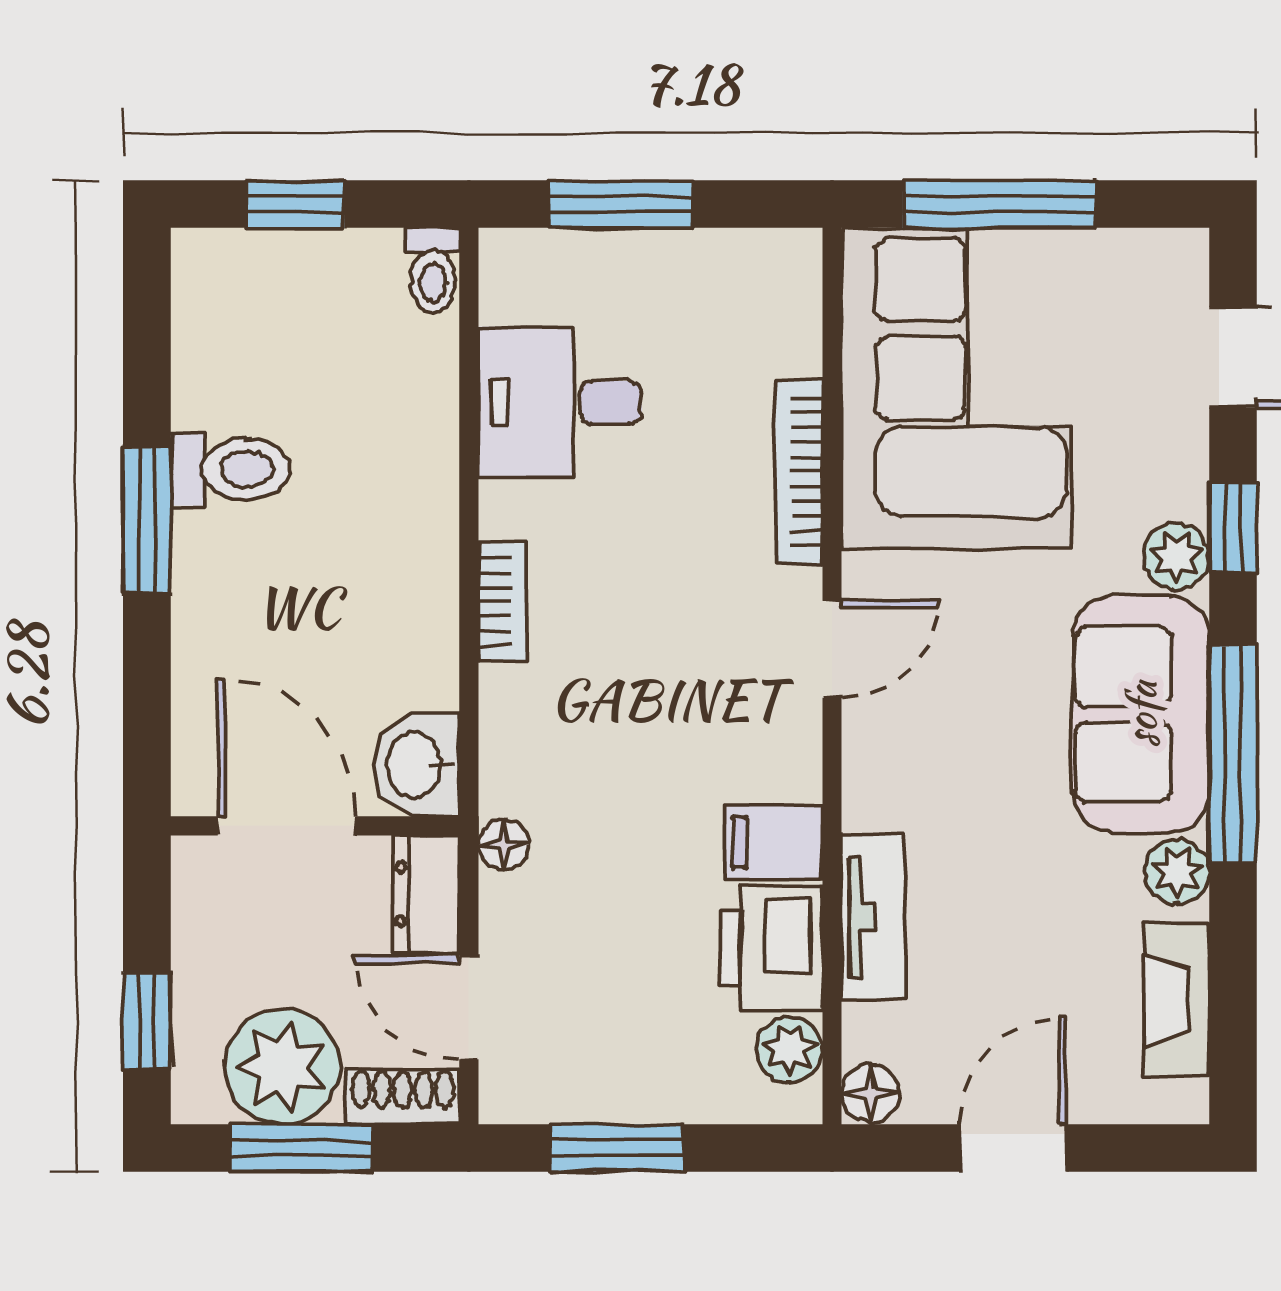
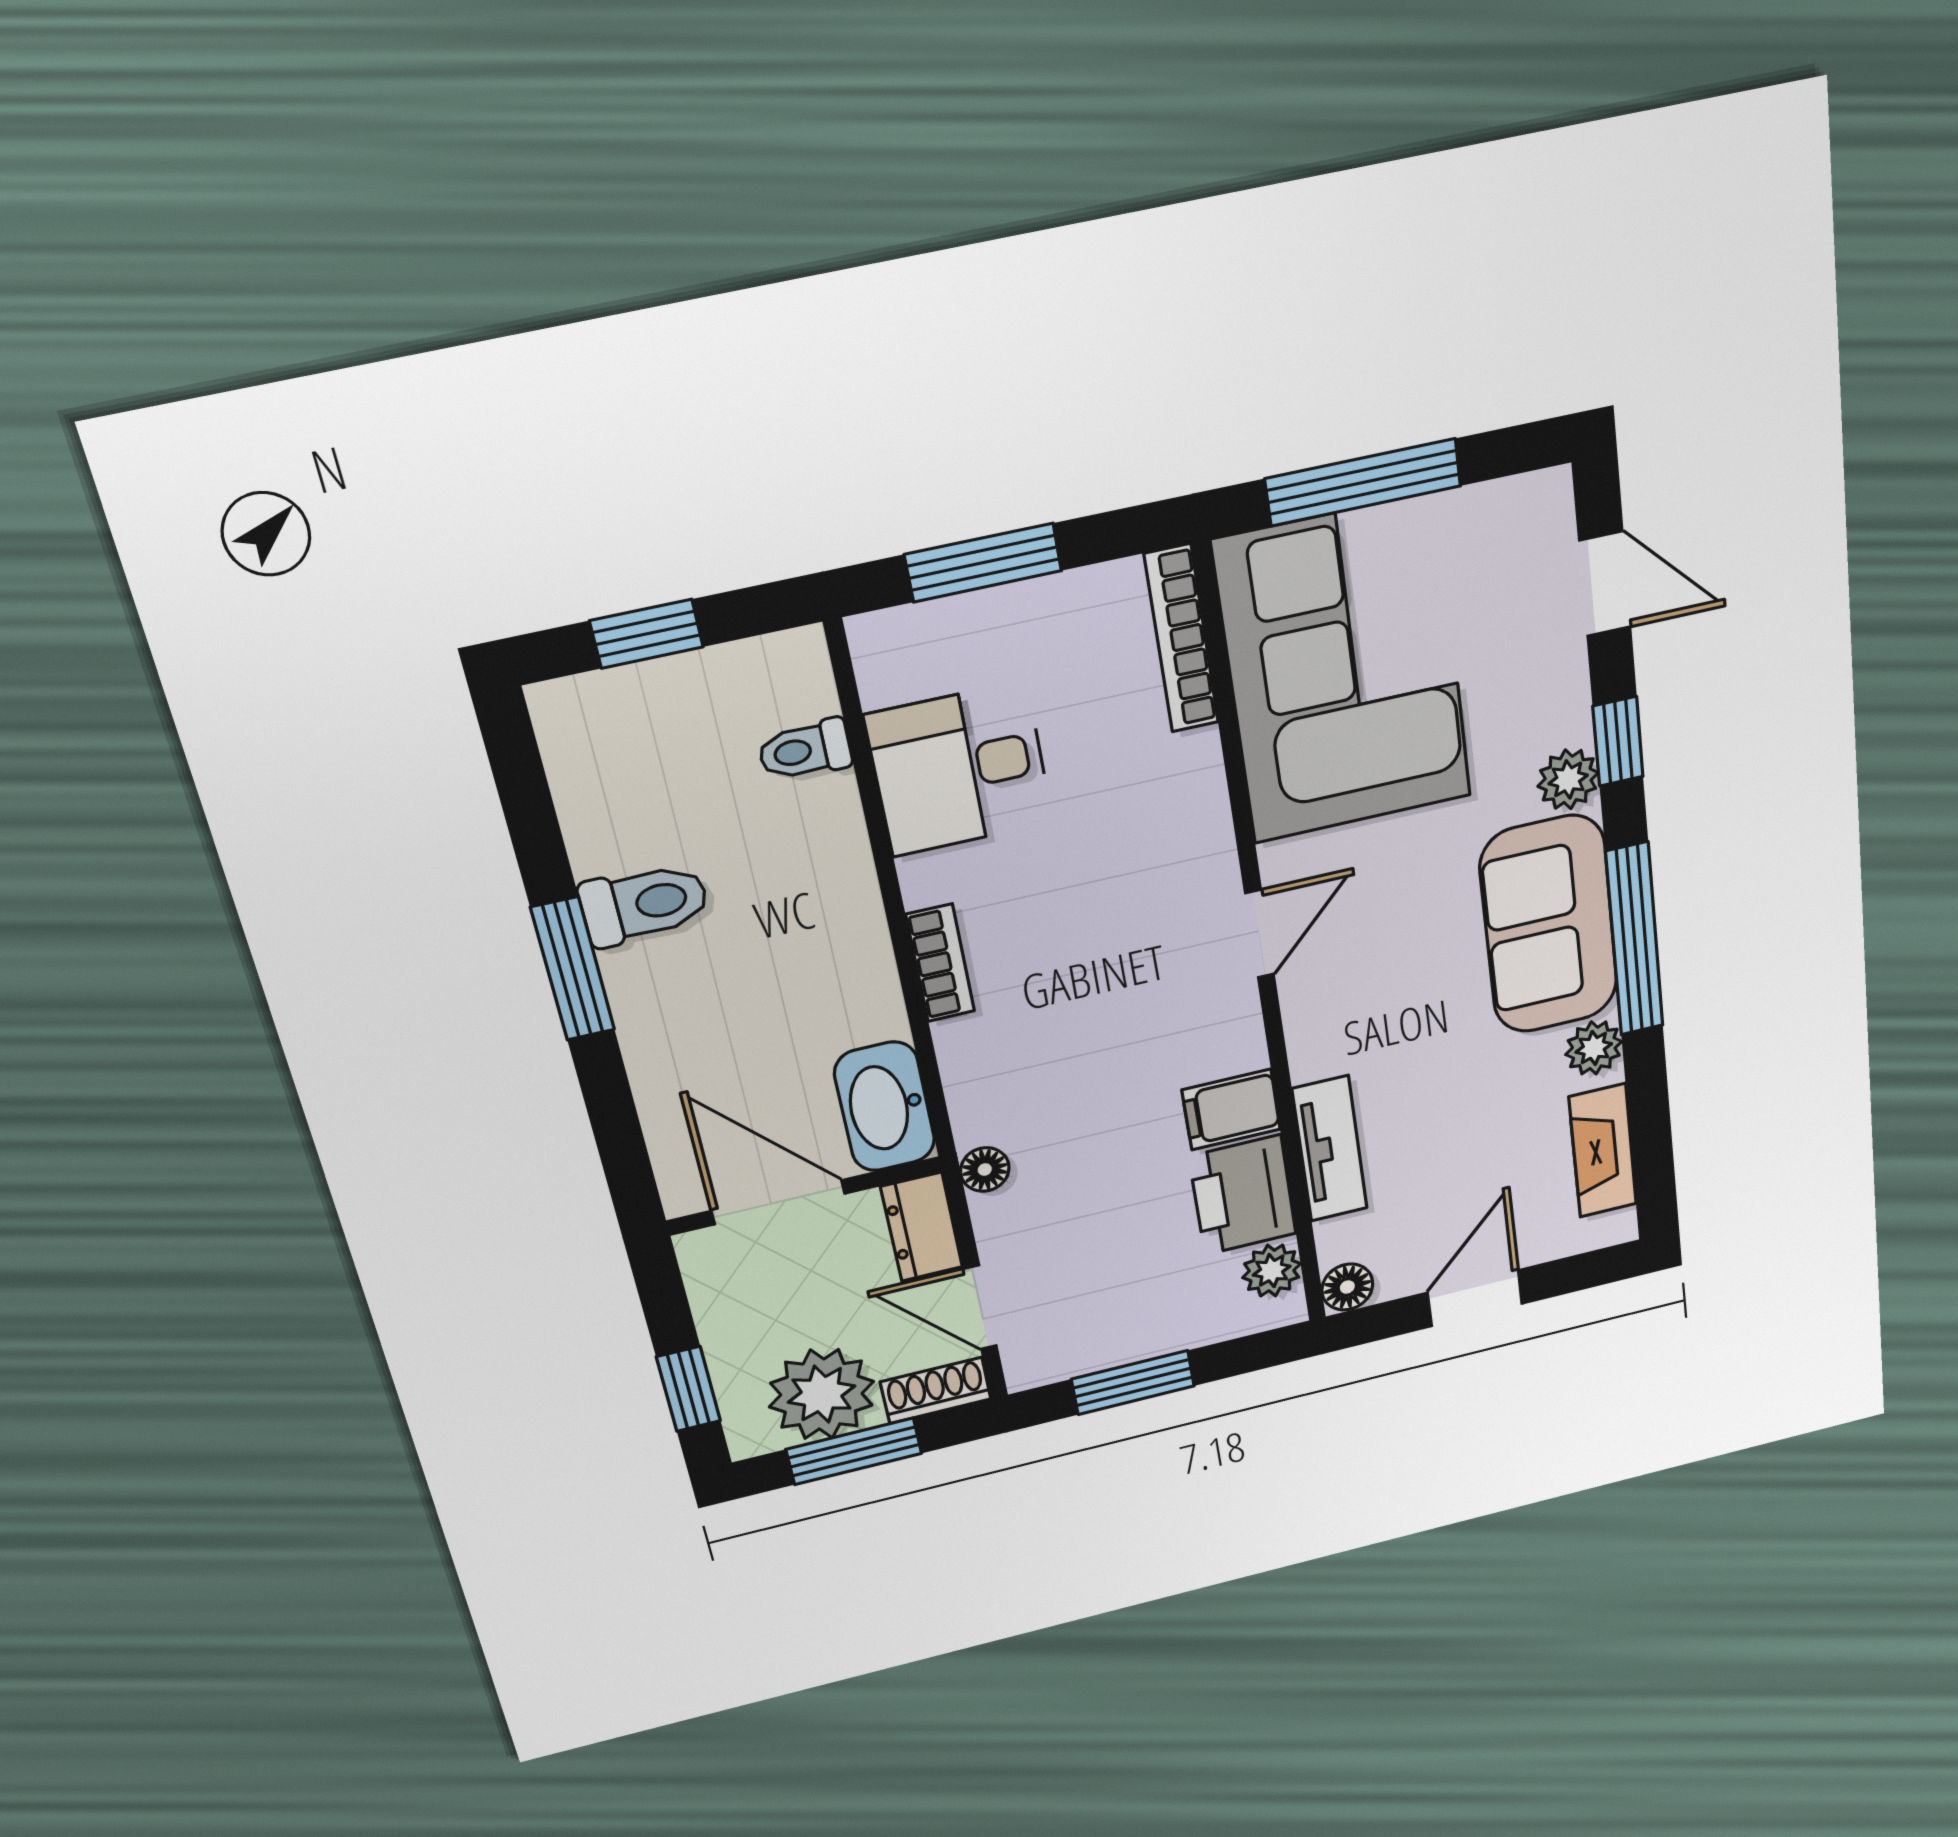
toilet: (433, 271) -> (805, 750), moved, turned 90
bookcase: (799, 472) -> (1181, 639), moved
washbasin: (416, 765) -> (885, 1107), width x1.38

